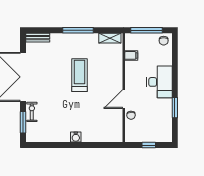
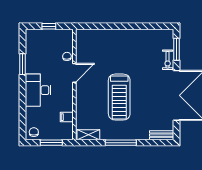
window: (146, 30) -> (51, 143), width x0.69
treadmill: (79, 75) -> (119, 97), width x1.37, depth x1.38
water cooler: (76, 137) -> (123, 34), removed

